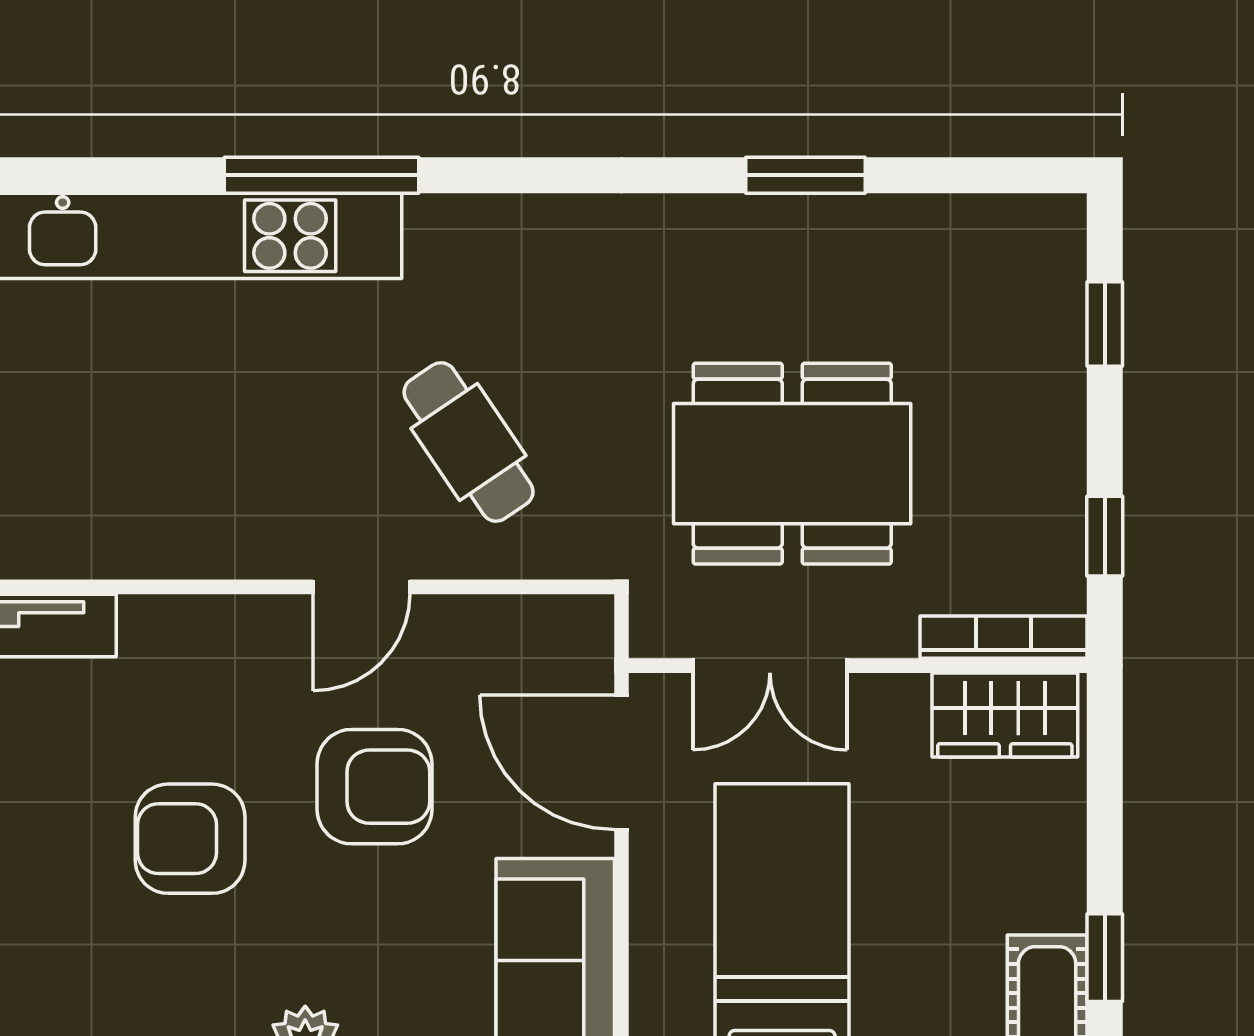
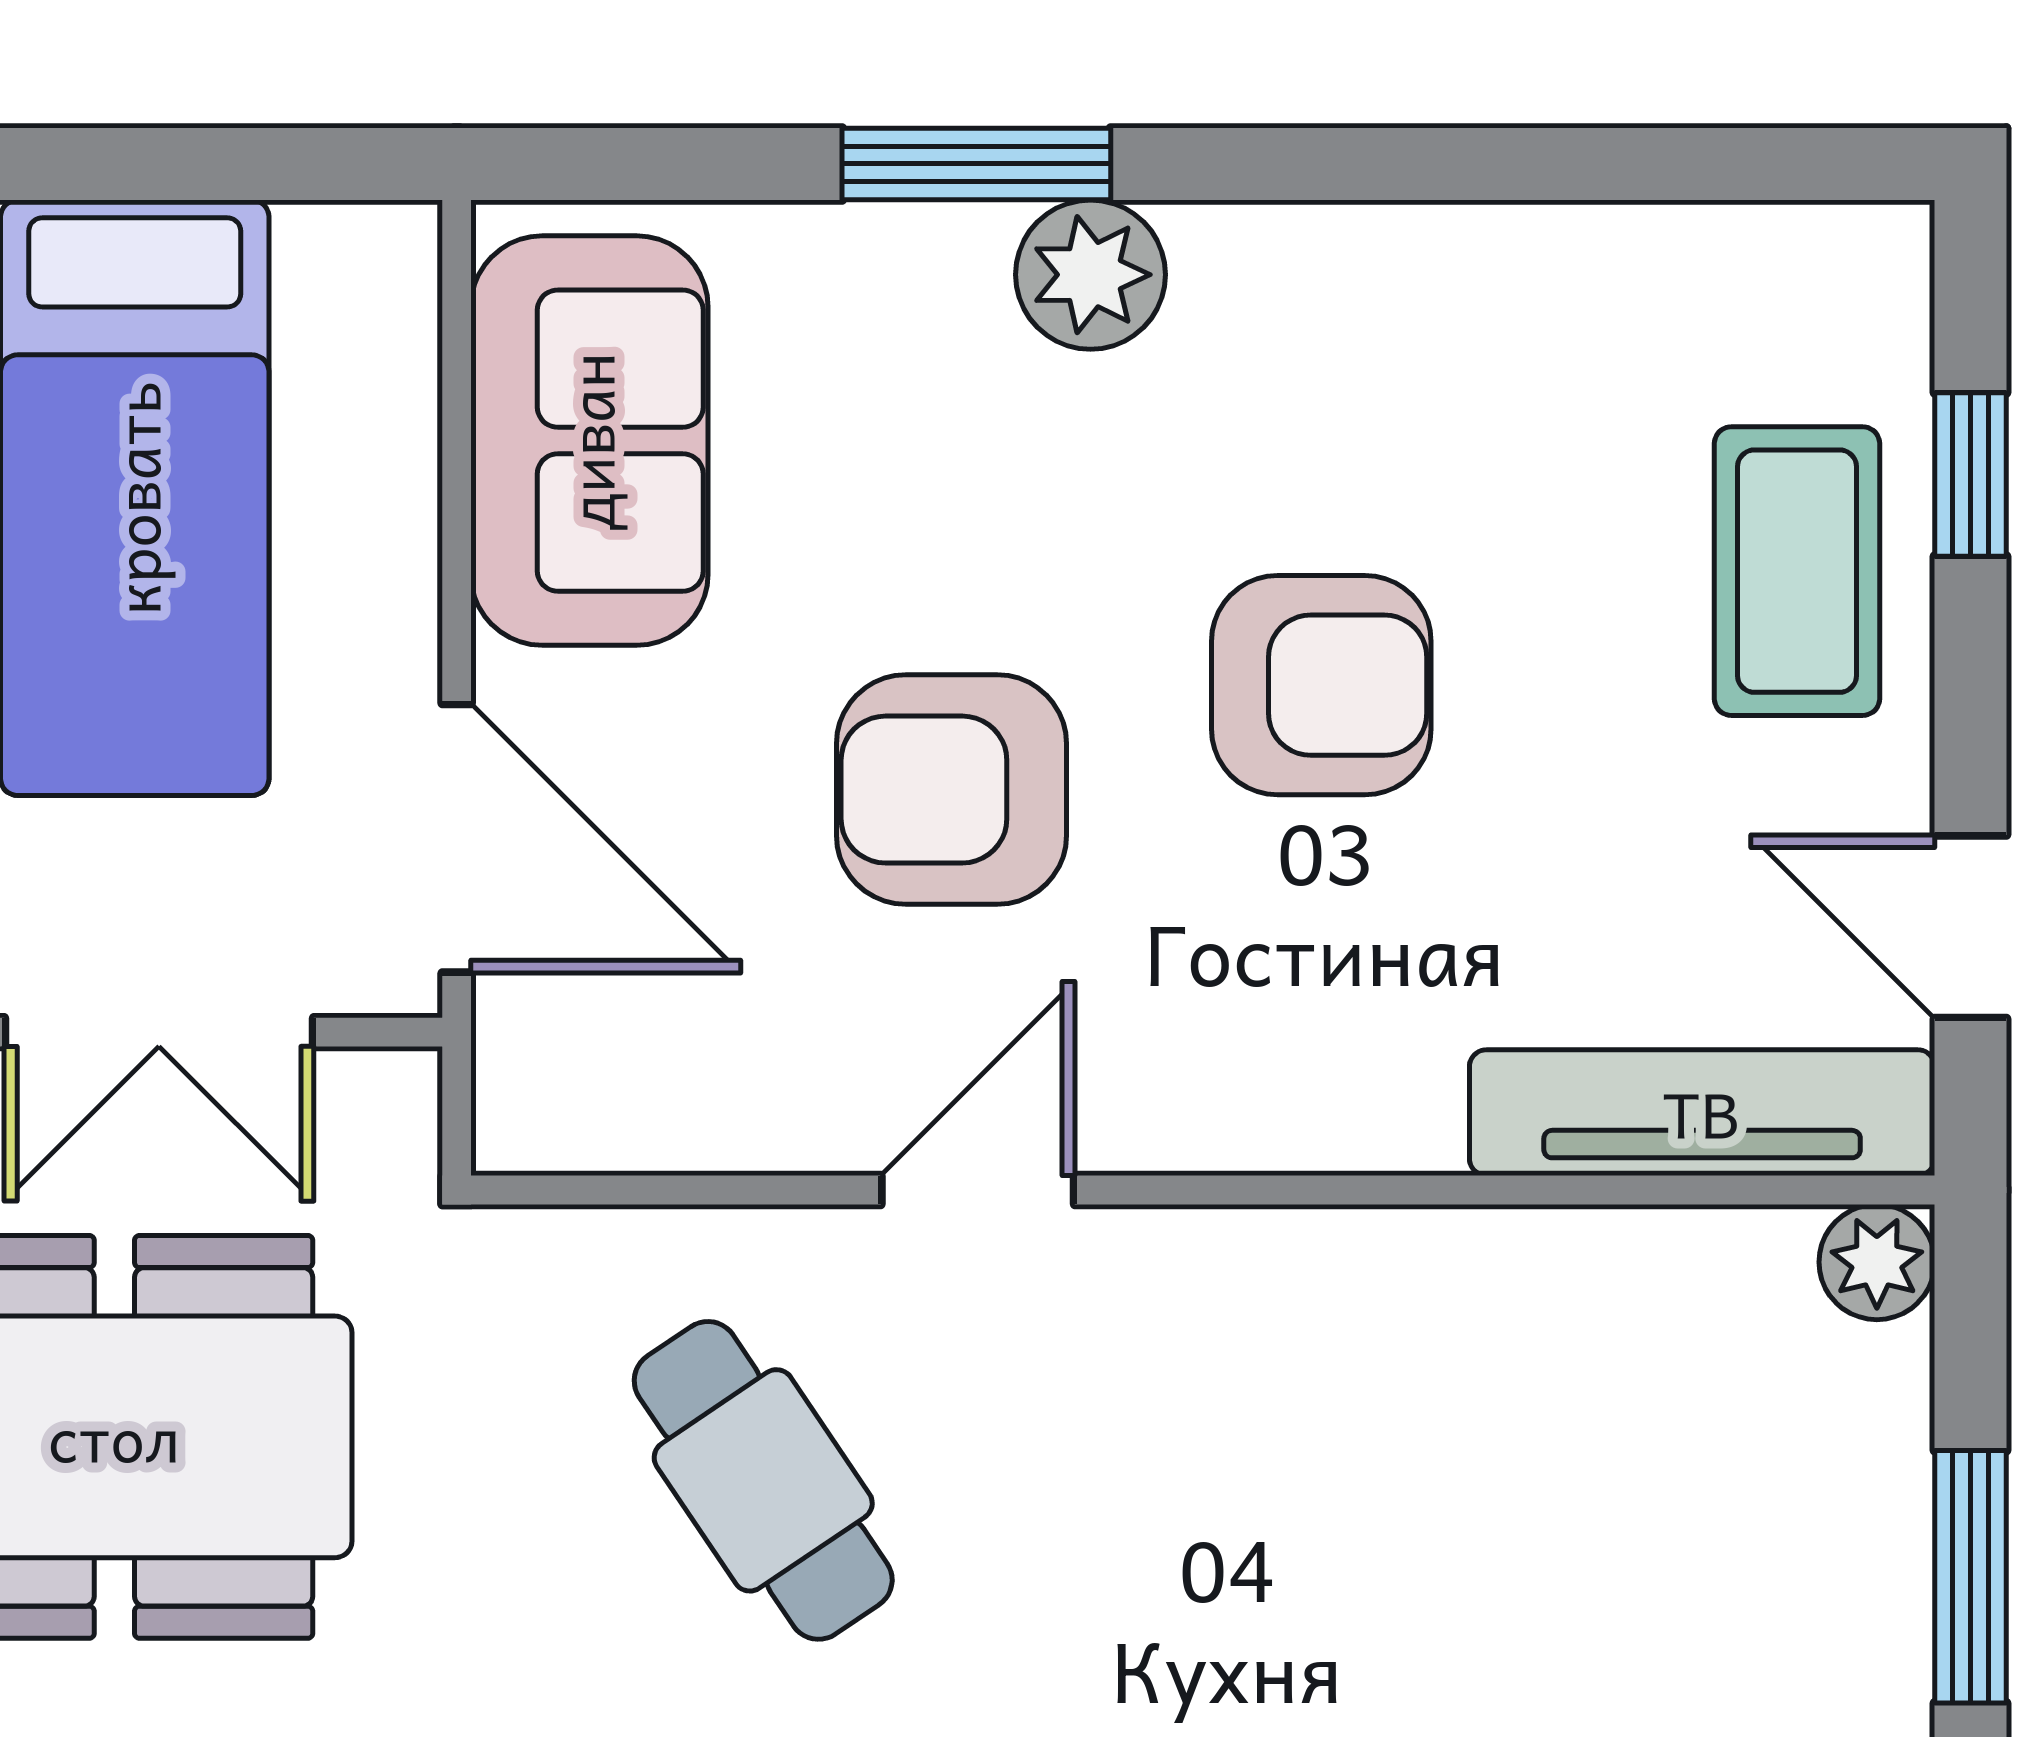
double door: (770, 666) -> (159, 1032), swing flipped

